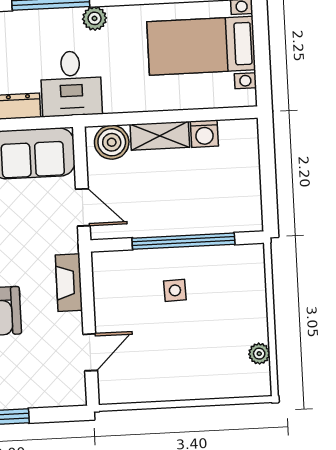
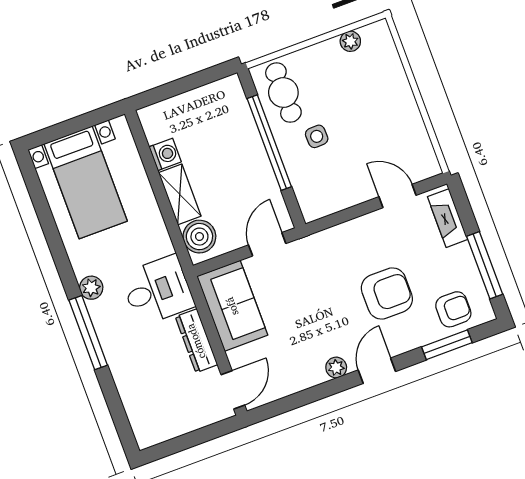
cafe table: (229, 271) -> (283, 93), added
fireplace: (69, 283) -> (448, 218), moved, turned 90

